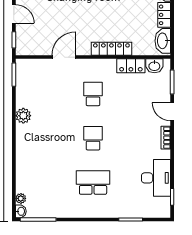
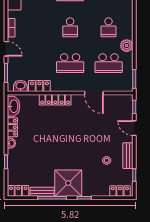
door: (64, 57) -> (94, 93), hinge flipped
school desk: (46, 94) -> (109, 63), added
school desk: (93, 94) -> (70, 63), width x1.85
school desk: (46, 138) -> (109, 27), added

